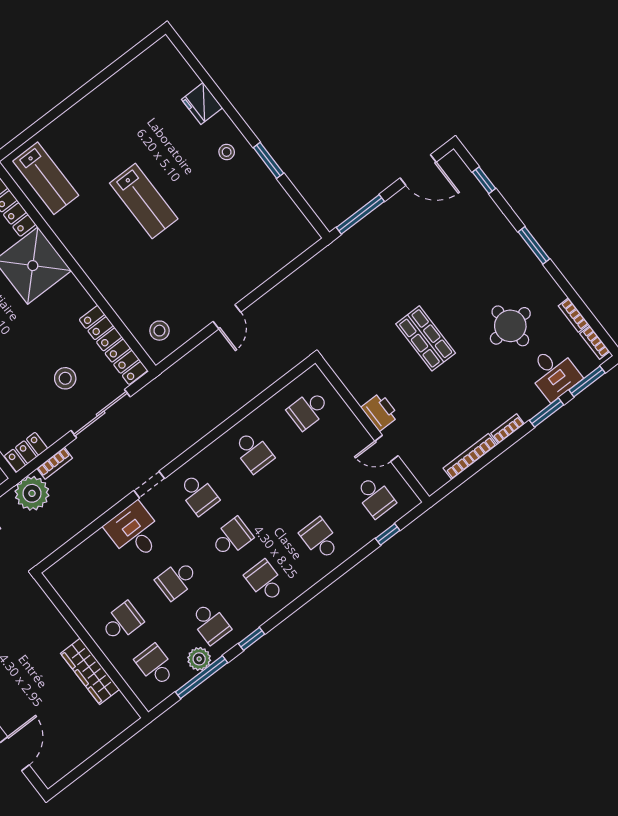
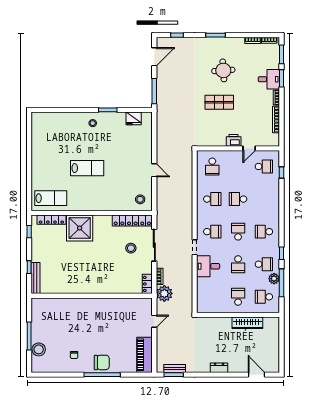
fridge: (202, 104) -> (134, 118), moved
round table: (510, 326) -> (223, 70), moved
desk: (554, 373) -> (269, 79), moved
school desk: (320, 539) -> (238, 199), moved

